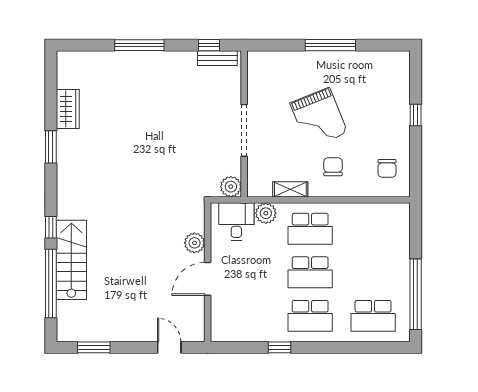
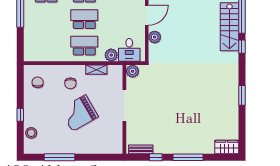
window: (209, 45) -> (156, 157), moved
window: (330, 45) -> (60, 157), moved
stool: (398, 85) -> (31, 133), added
wardrobe: (68, 109) -> (227, 147), moved, turned 90
grand piano: (319, 118) -> (79, 113), turned -98

